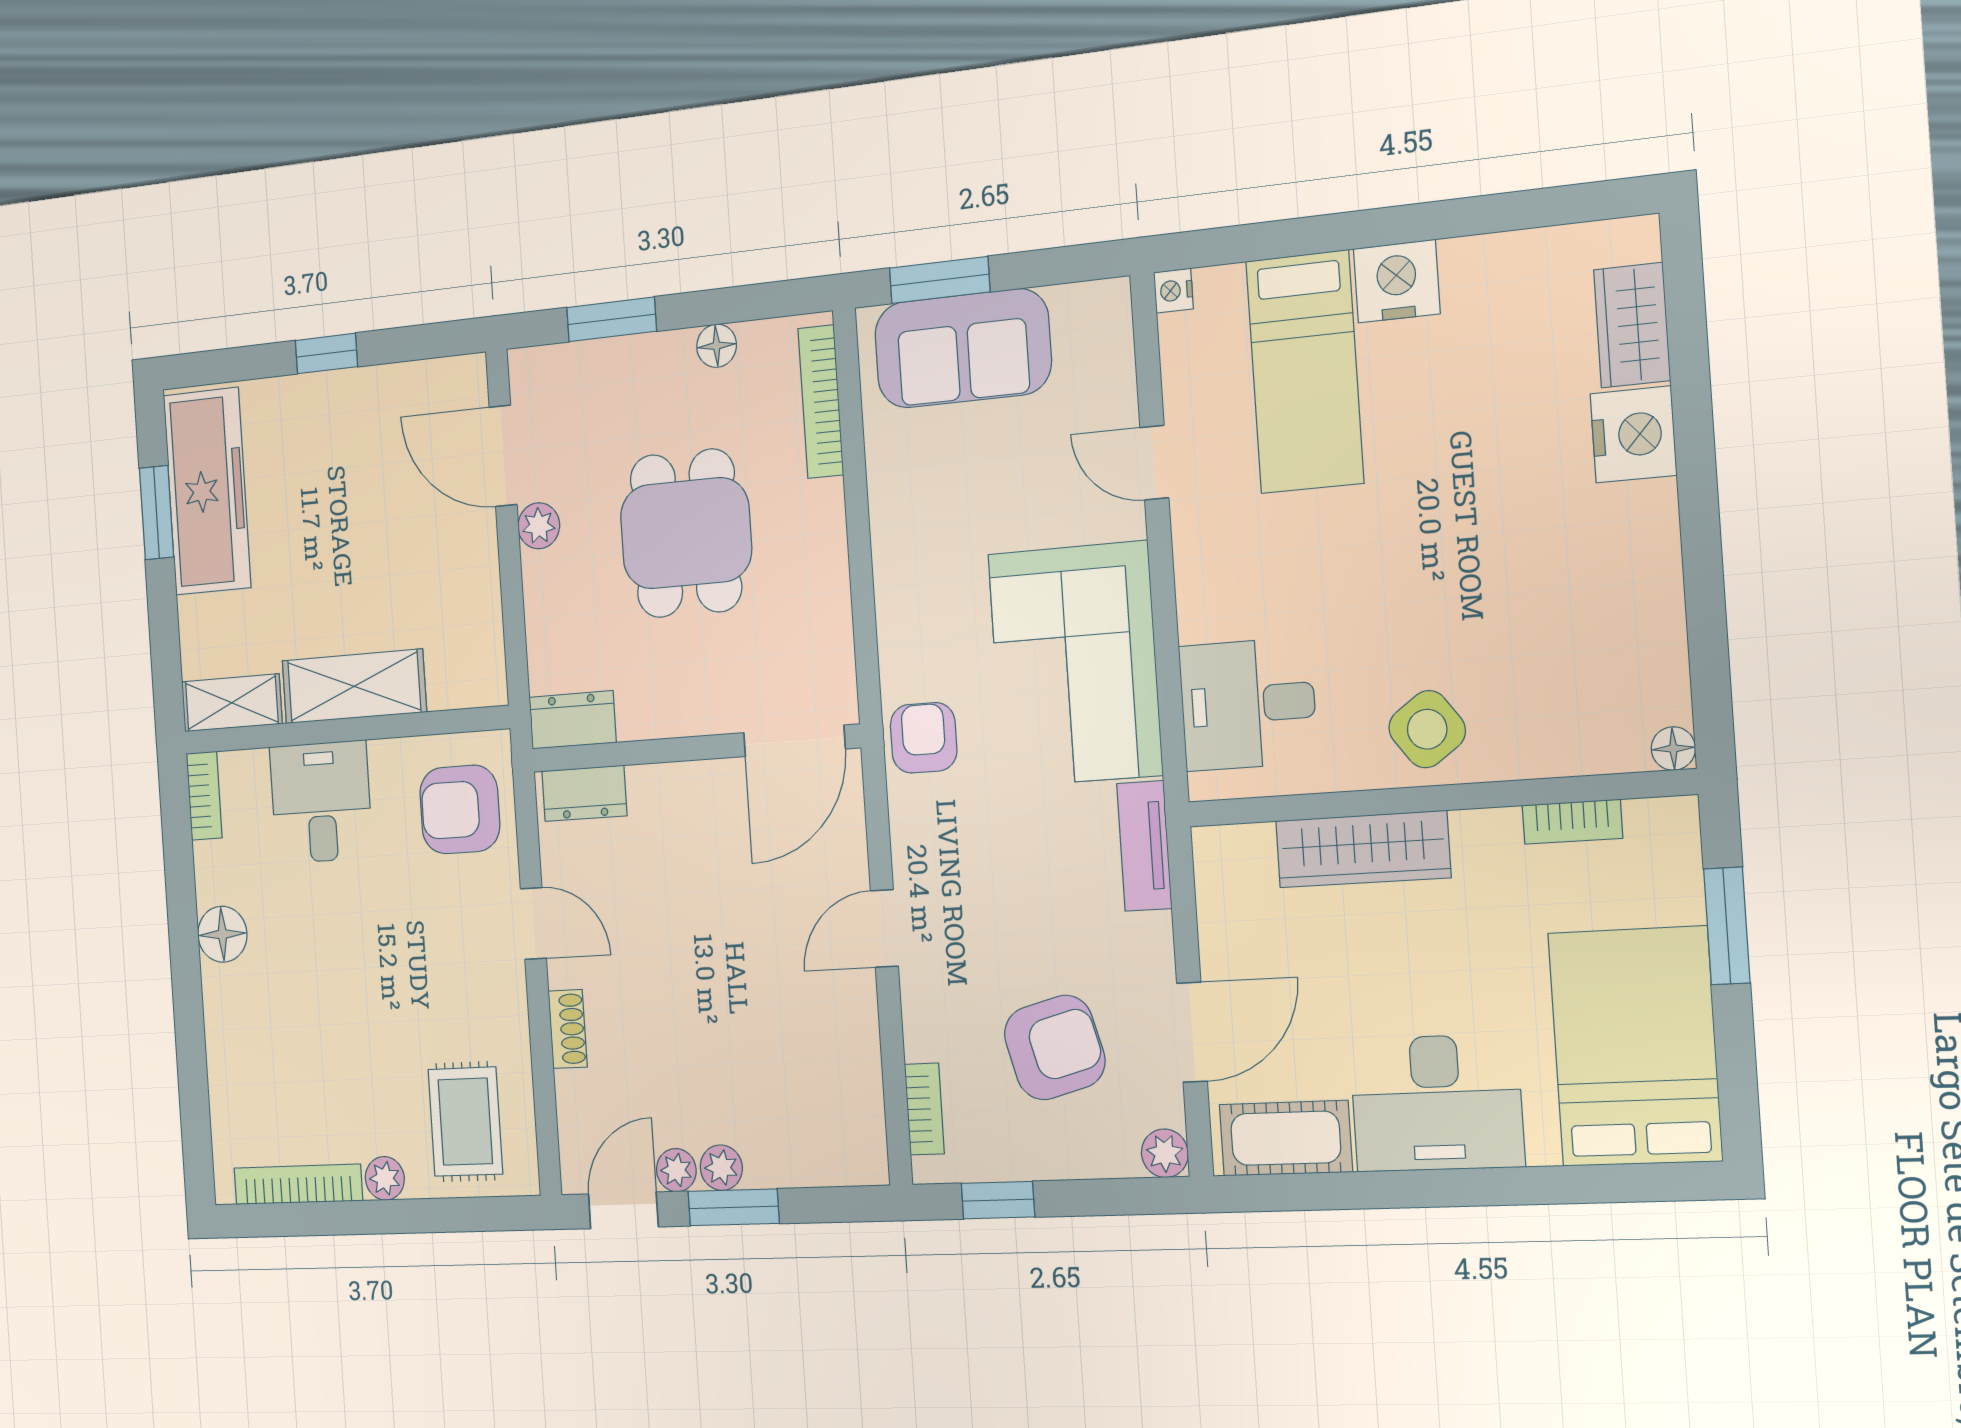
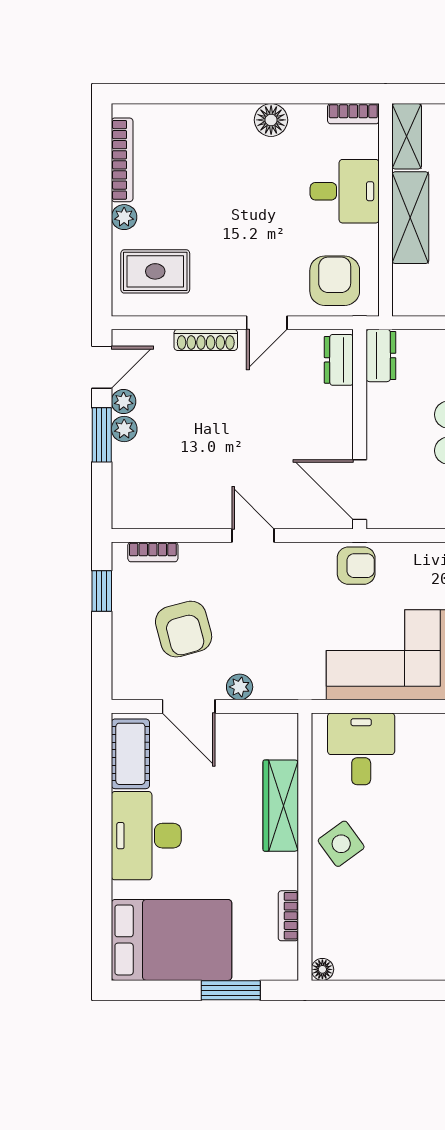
tv unit: (1144, 846) -> (289, 687), removed
shoe rack: (568, 1029) -> (206, 340), width x1.43
plant: (1165, 1153) -> (240, 687), moved
door: (623, 1210) -> (102, 367), hinge flipped

